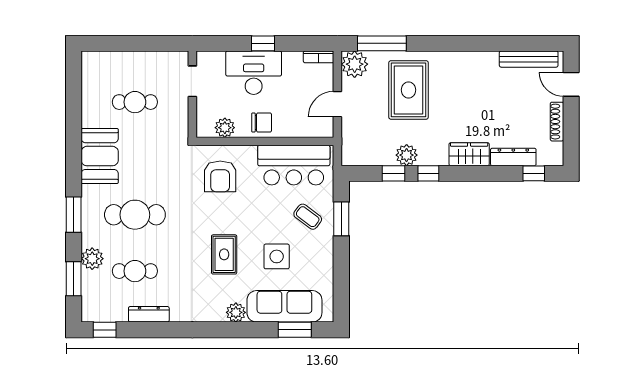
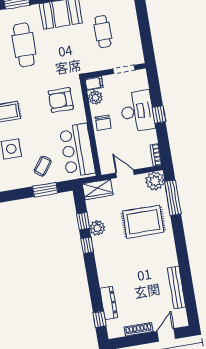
bench: (529, 59) -> (176, 287), moved
filing cabinet: (205, 126) -> (94, 83), added
wardrobe: (469, 154) -> (98, 189), moved, turned 90

